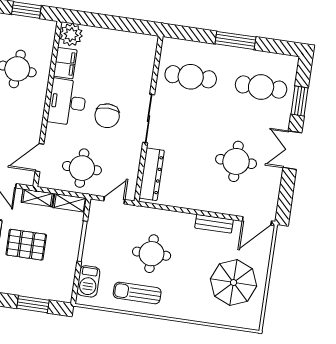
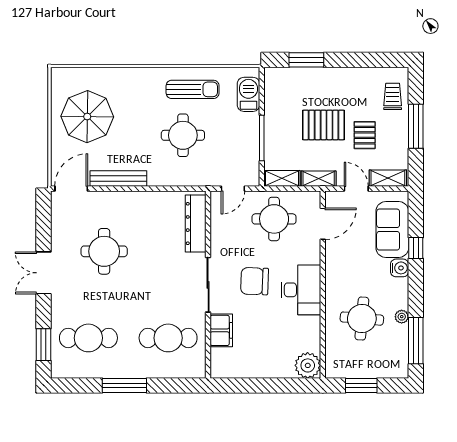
filing cabinet: (65, 63) -> (221, 330), moved, turned 180
window: (299, 101) -> (43, 345), moved
chair: (107, 116) -> (255, 281), turned -88
double door: (292, 150) -> (43, 273), swing flipped
bench: (214, 224) -> (118, 179), width x1.36

